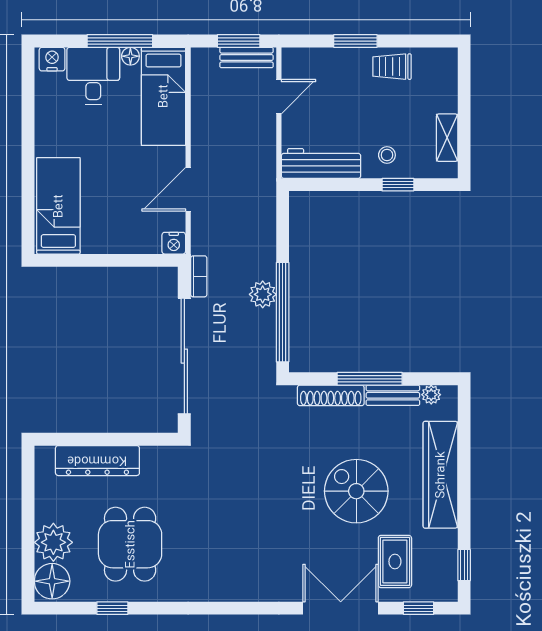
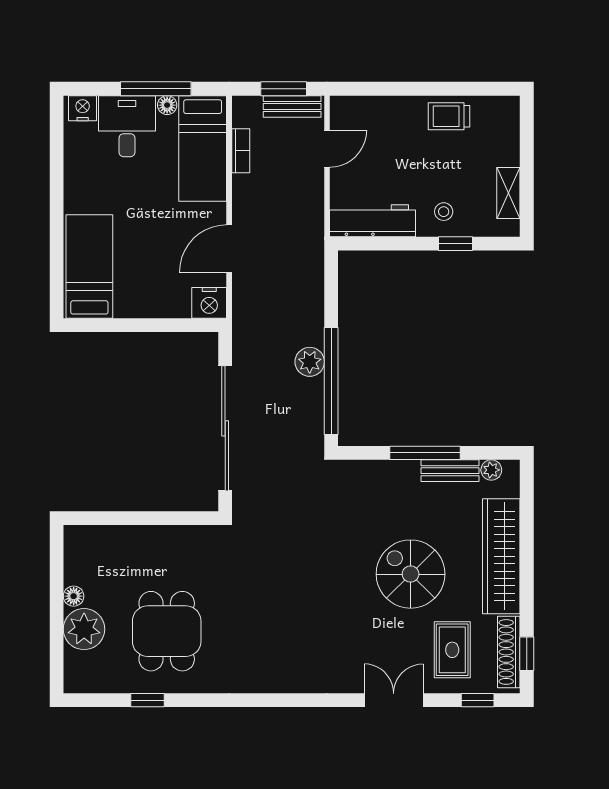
window: (355, 41) -> (410, 89), removed
nightstand: (174, 243) -> (209, 303), width x1.36, depth x1.33
bookcase: (199, 276) -> (241, 151), moved
shoe rack: (331, 395) -> (509, 652), moved, turned 90
dresser: (97, 461) -> (132, 541), removed
floor lamp: (52, 581) -> (74, 596), moved, width x0.53, depth x0.53
double door: (341, 608) -> (394, 700), width x0.73

